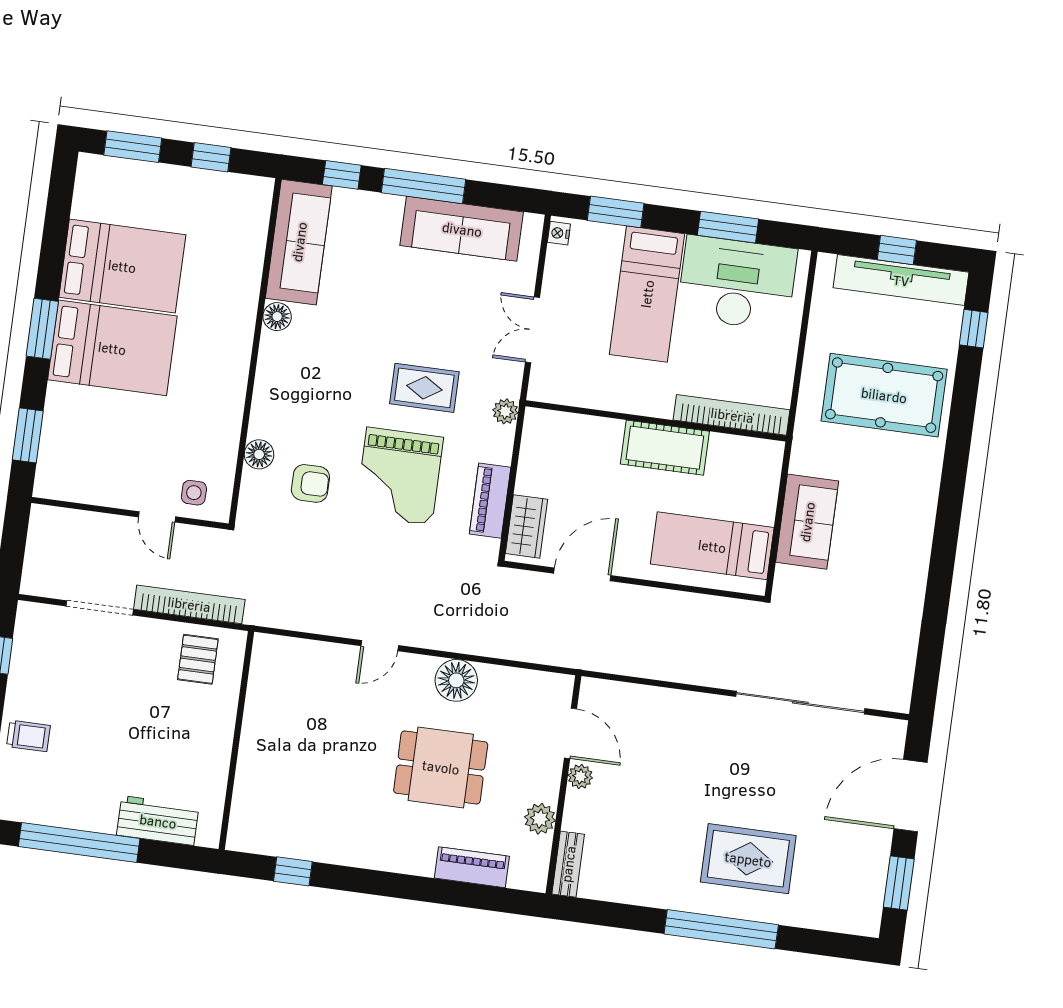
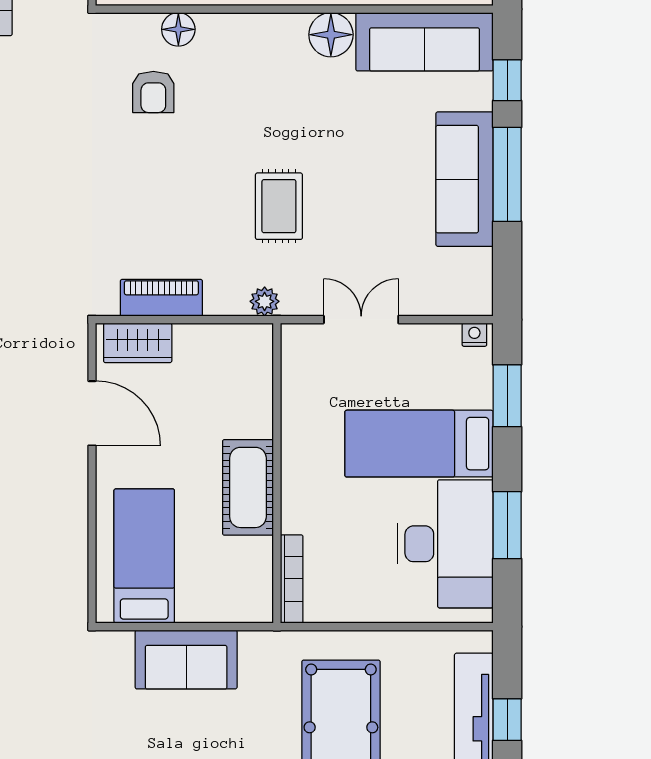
sofa: (462, 229) -> (465, 179), moved
floor lamp: (277, 317) -> (331, 35), width x1.38, depth x1.38
bookcase: (732, 415) -> (292, 579), width x0.68, depth x0.76
grand piano: (399, 476) -> (175, 191), removed

